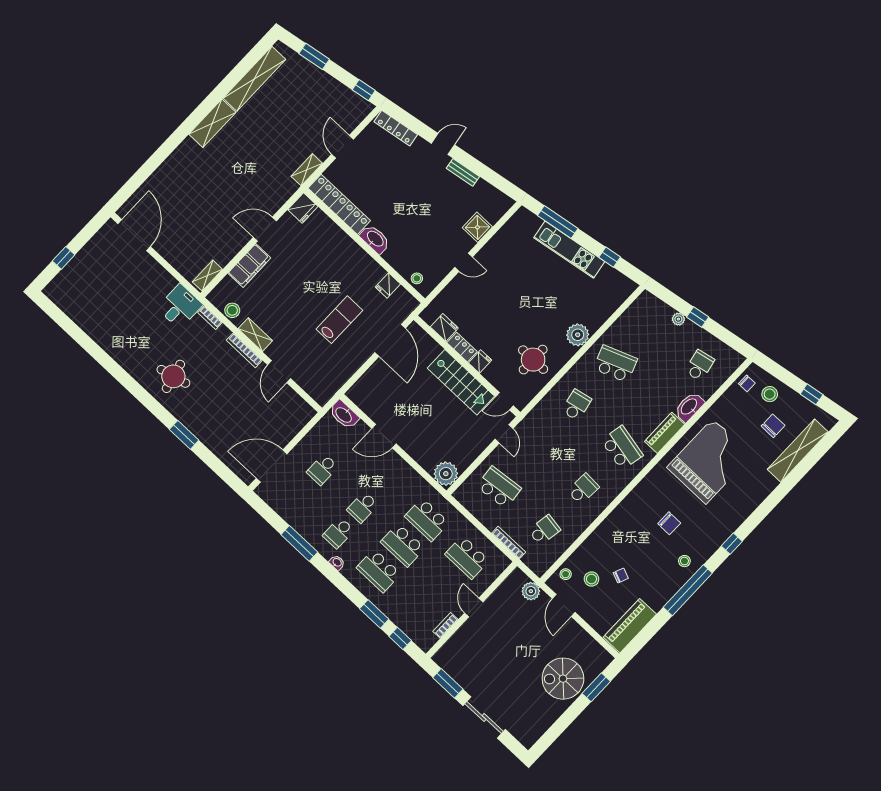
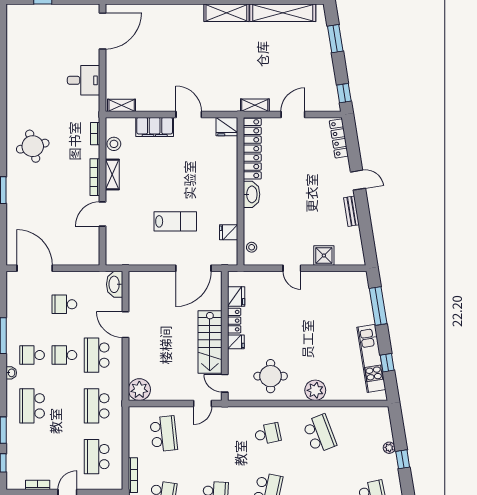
kitchen unit: (569, 250) -> (371, 358), moved
desk: (180, 306) -> (84, 80), moved
school desk: (403, 545) -> (97, 355), moved

